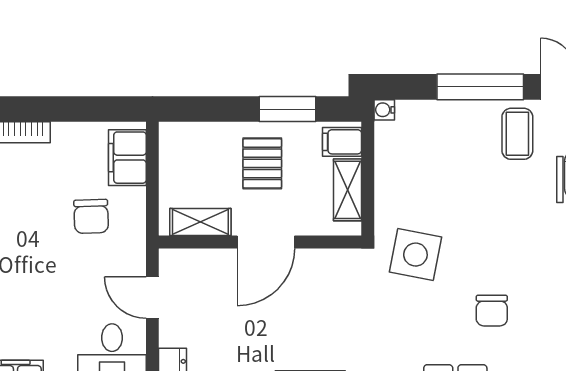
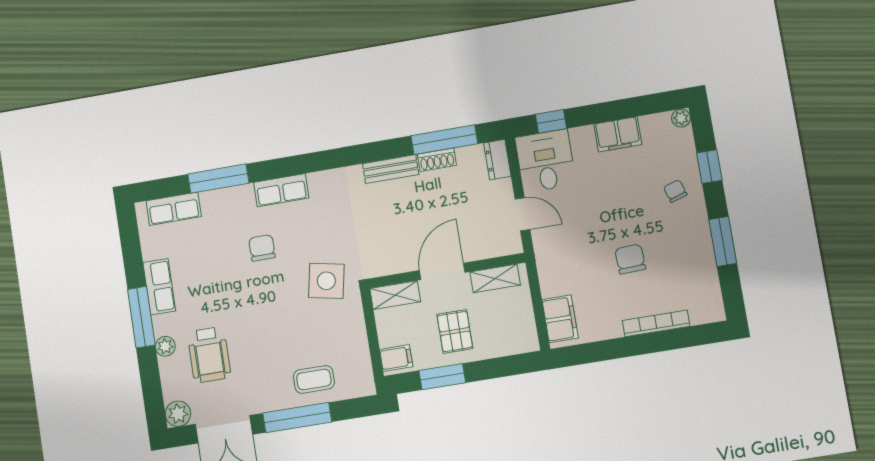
water cooler: (384, 110) -> (368, 388), removed
coffee table: (517, 134) -> (314, 379), moved, turned 90
shelving: (347, 190) -> (395, 295), moved, turned 90
chair: (91, 216) -> (630, 259), moved

